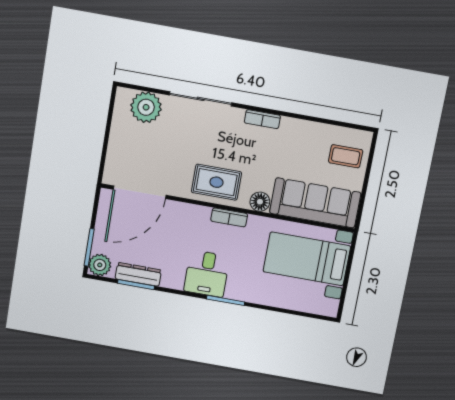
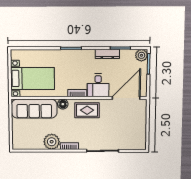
plant: (146, 107) -> (52, 142), moved
coffee table: (346, 156) -> (24, 135), removed
dresser: (138, 274) -> (107, 54), moved
desk: (207, 274) -> (98, 85), moved, turned 180

